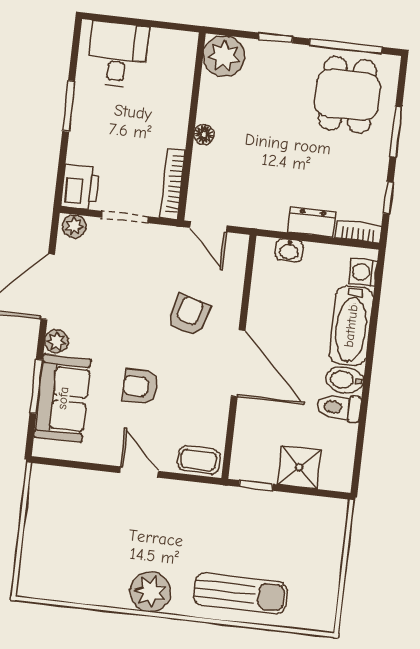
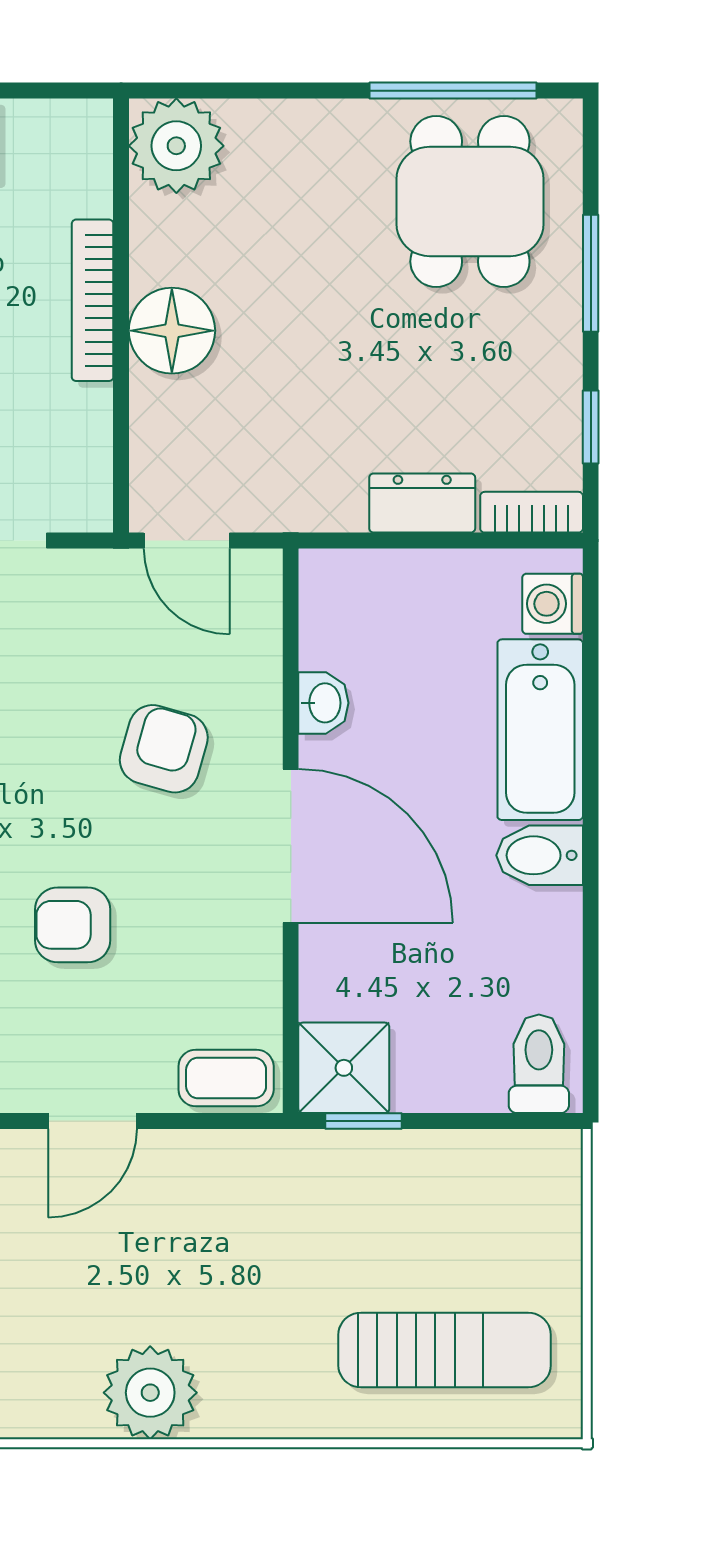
window: (275, 38) -> (290, 91), removed
floor lamp: (204, 135) -> (172, 331), width x1.89, depth x1.89
bookcase: (172, 184) -> (93, 300), moved
washbasin: (289, 250) -> (323, 703), moved, turned -90
toilet: (339, 408) -> (539, 1064), moved, turned 90
shower: (299, 467) -> (344, 1068), moved
door: (139, 472) -> (92, 1121), swing flipped
sun lounger: (240, 593) -> (445, 1350), moved

